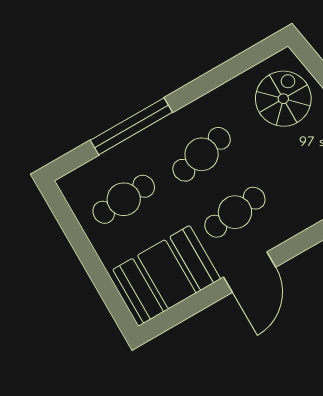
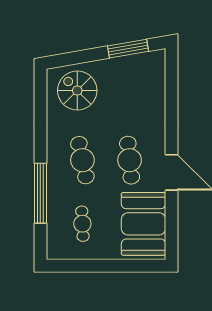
cafe table: (124, 199) -> (82, 224), width x0.73, depth x0.74

